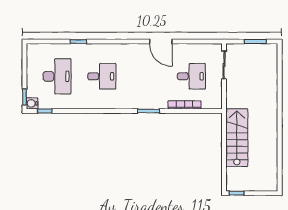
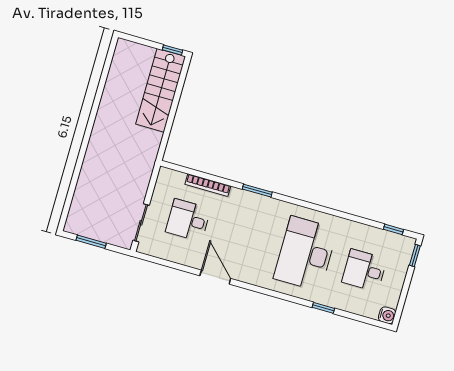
desk: (57, 76) -> (364, 270), width x0.73
desk: (102, 76) -> (306, 254), width x1.87, depth x1.30
water cooler: (32, 103) -> (387, 315), moved
stairs: (237, 138) -> (161, 90), moved

